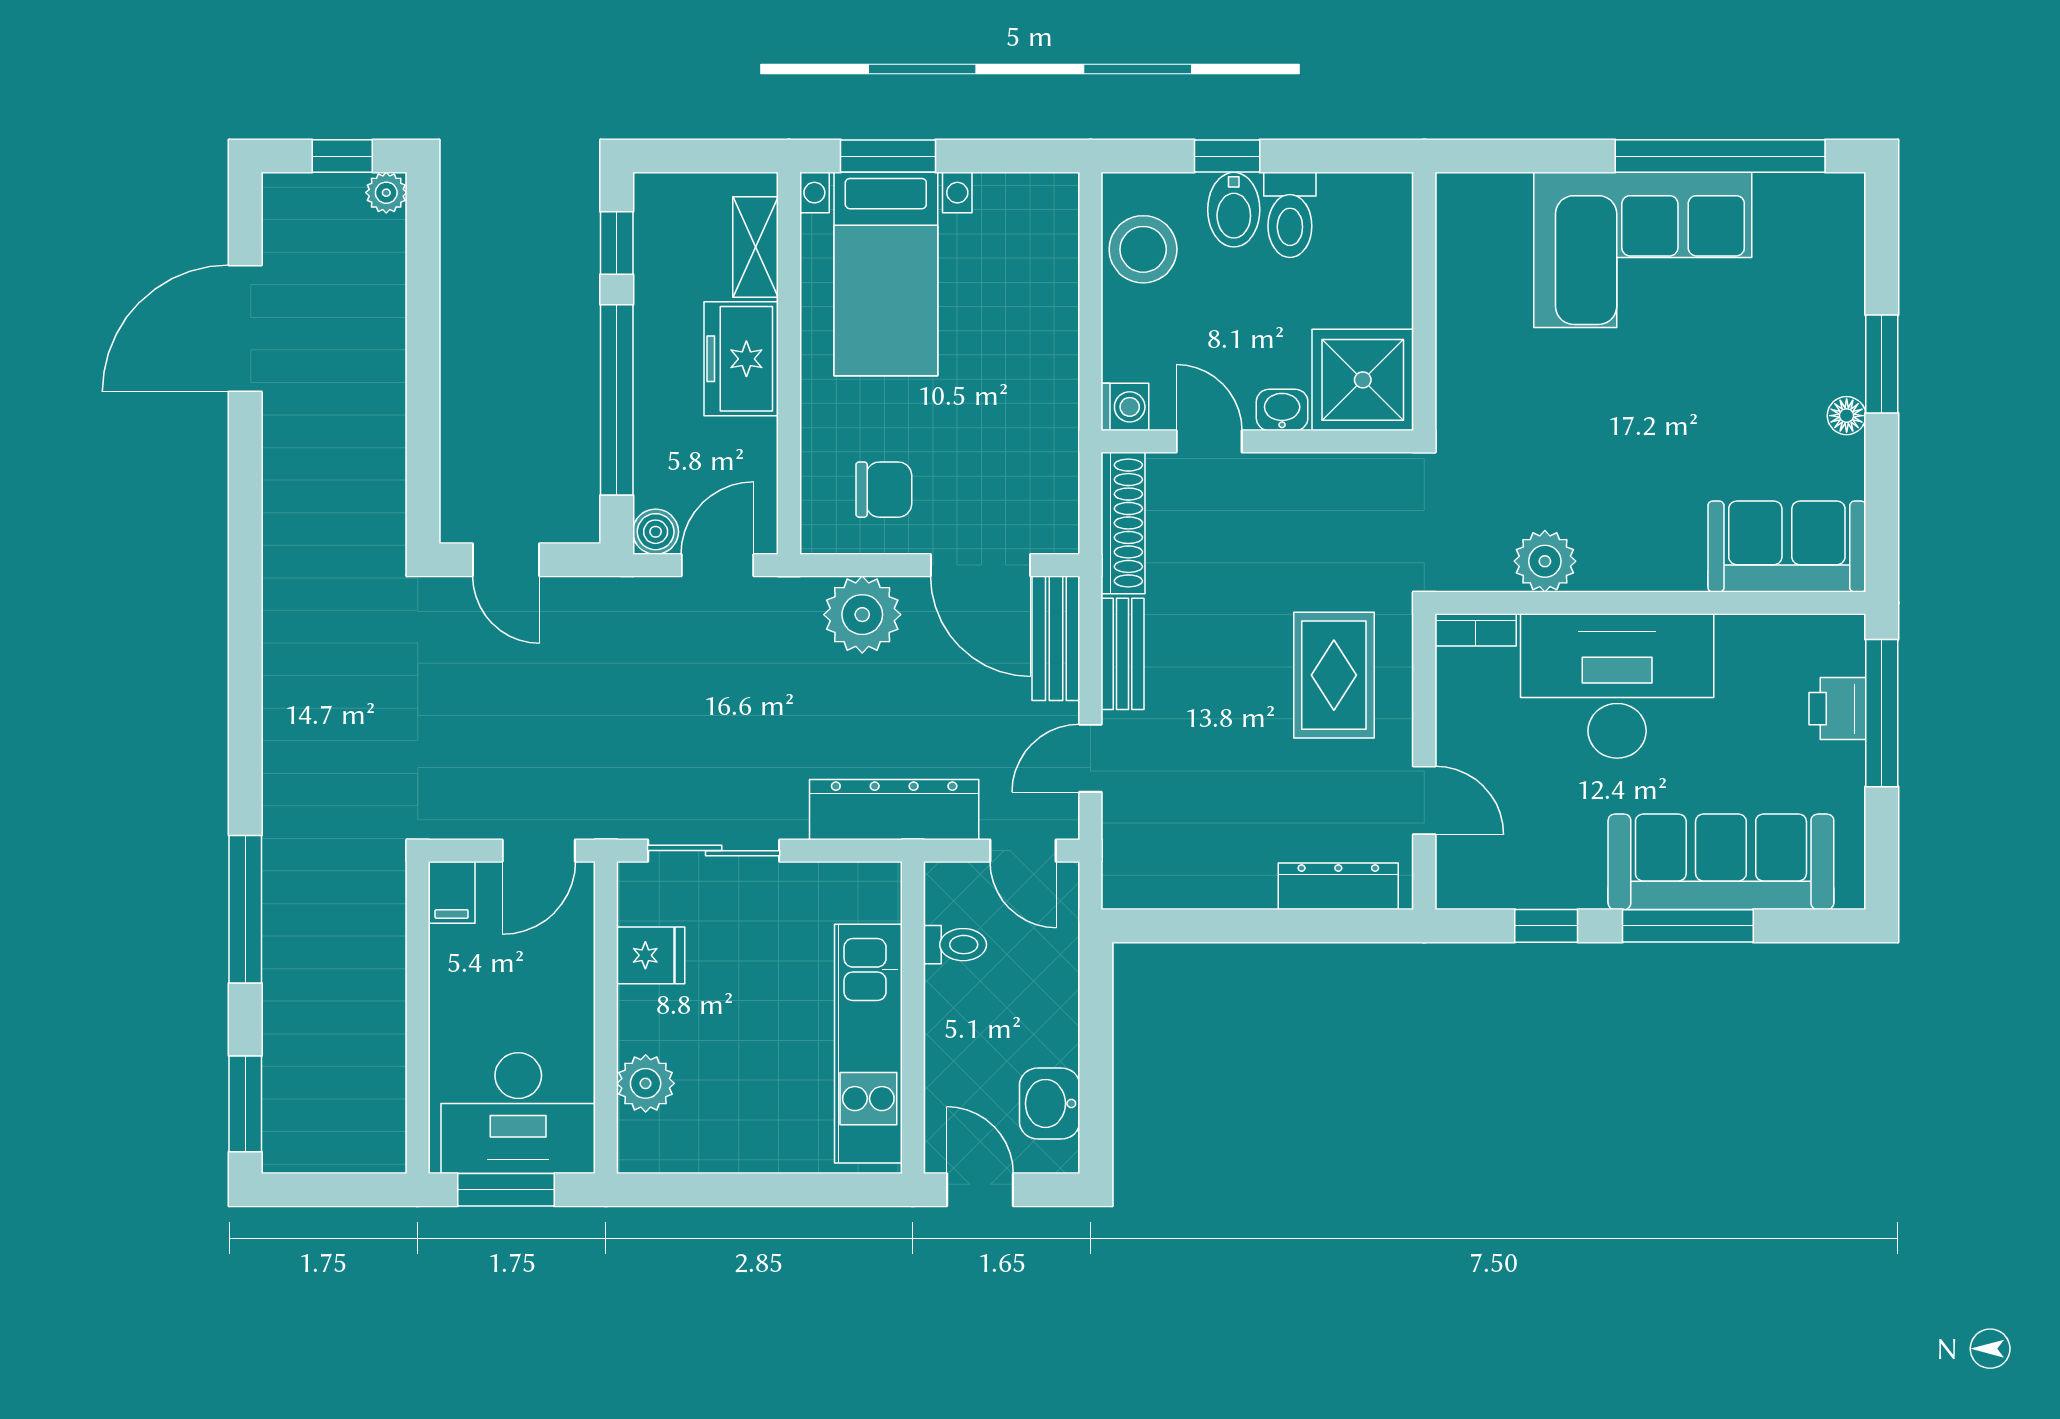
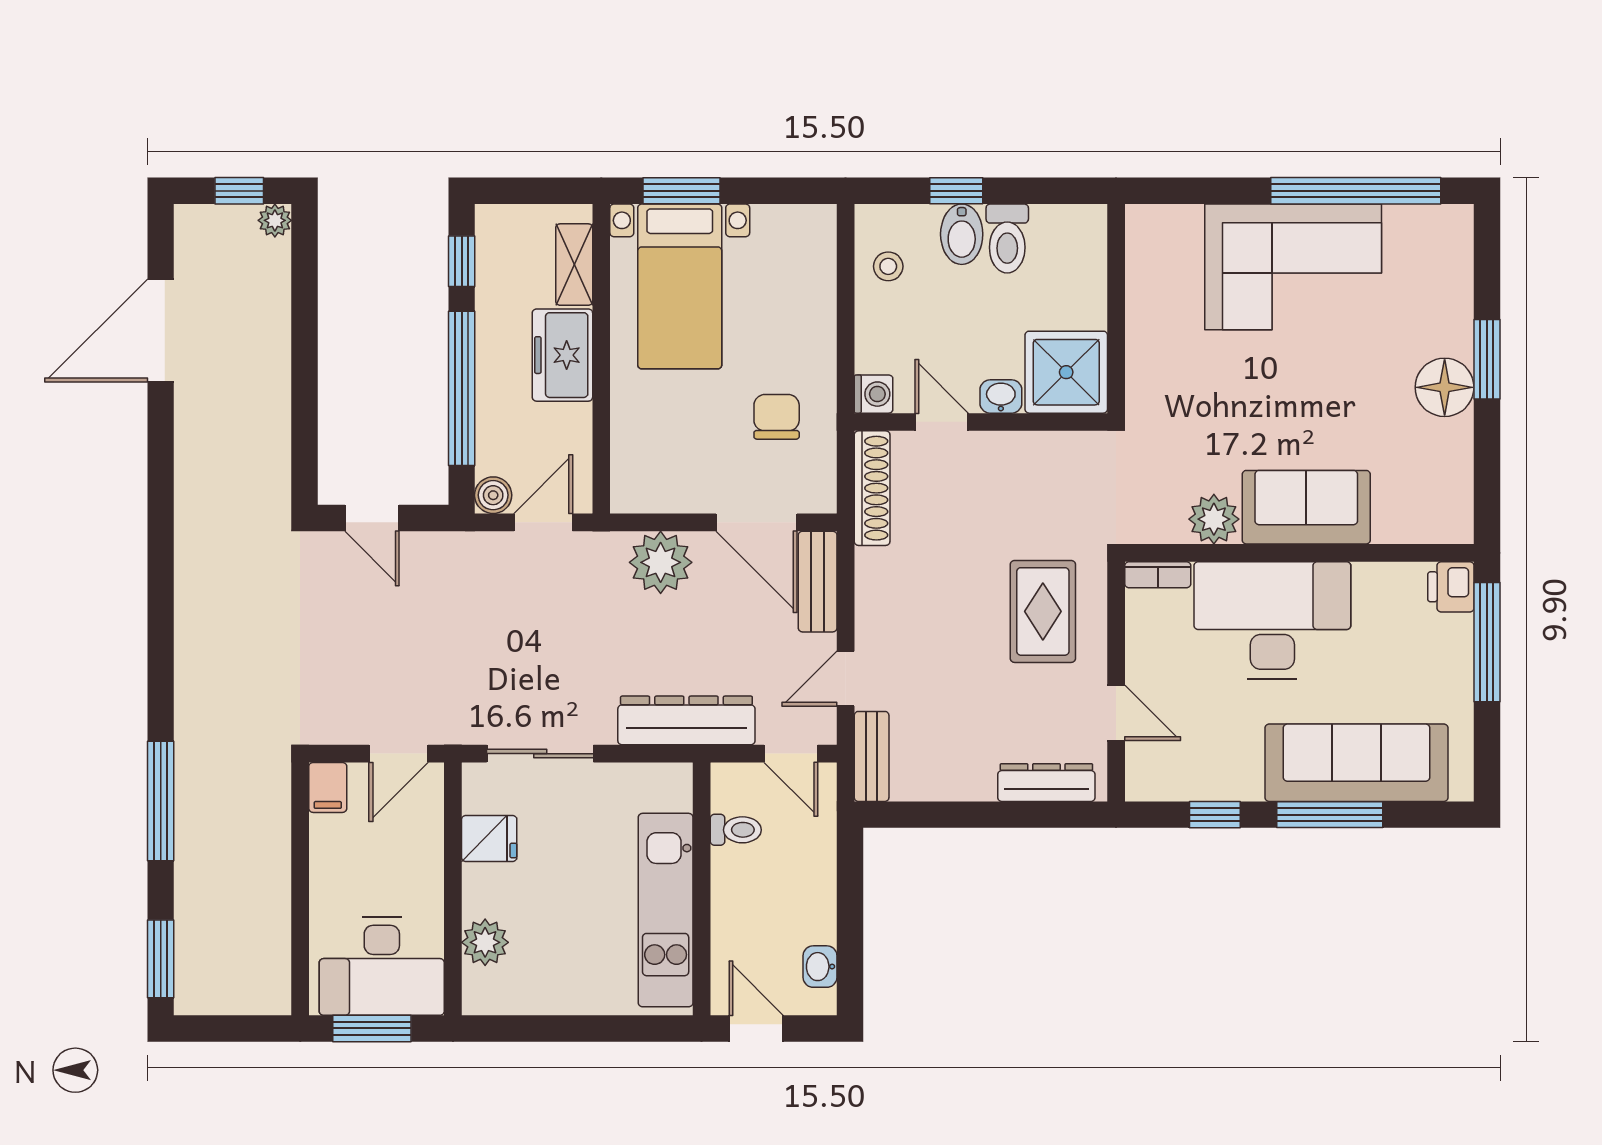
stool: (1143, 249) -> (888, 266), width x0.53, depth x0.53
floor lamp: (1847, 416) -> (1445, 387), width x1.89, depth x1.89
chair: (884, 490) -> (777, 417), moved, turned -90
sofa: (1787, 547) -> (1306, 507), moved
bench: (1123, 654) -> (872, 756), moved
printer: (1837, 709) -> (1451, 587), moved
washbasin: (1050, 1103) -> (820, 967), width x0.72, depth x0.69

